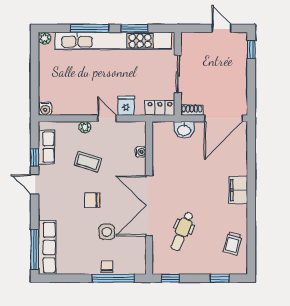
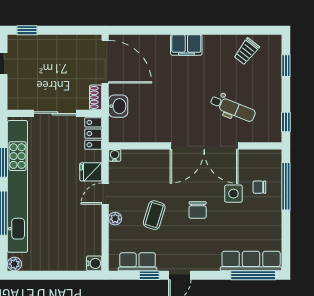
water cooler: (141, 152) -> (115, 155), moved
trolley: (233, 243) -> (247, 51), turned 113
chair: (107, 267) -> (259, 187), moved

